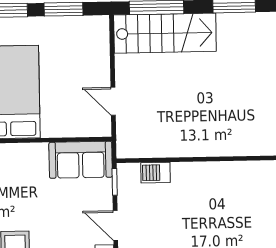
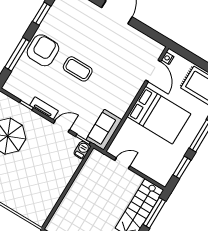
barbecue: (156, 173) -> (82, 150), moved

